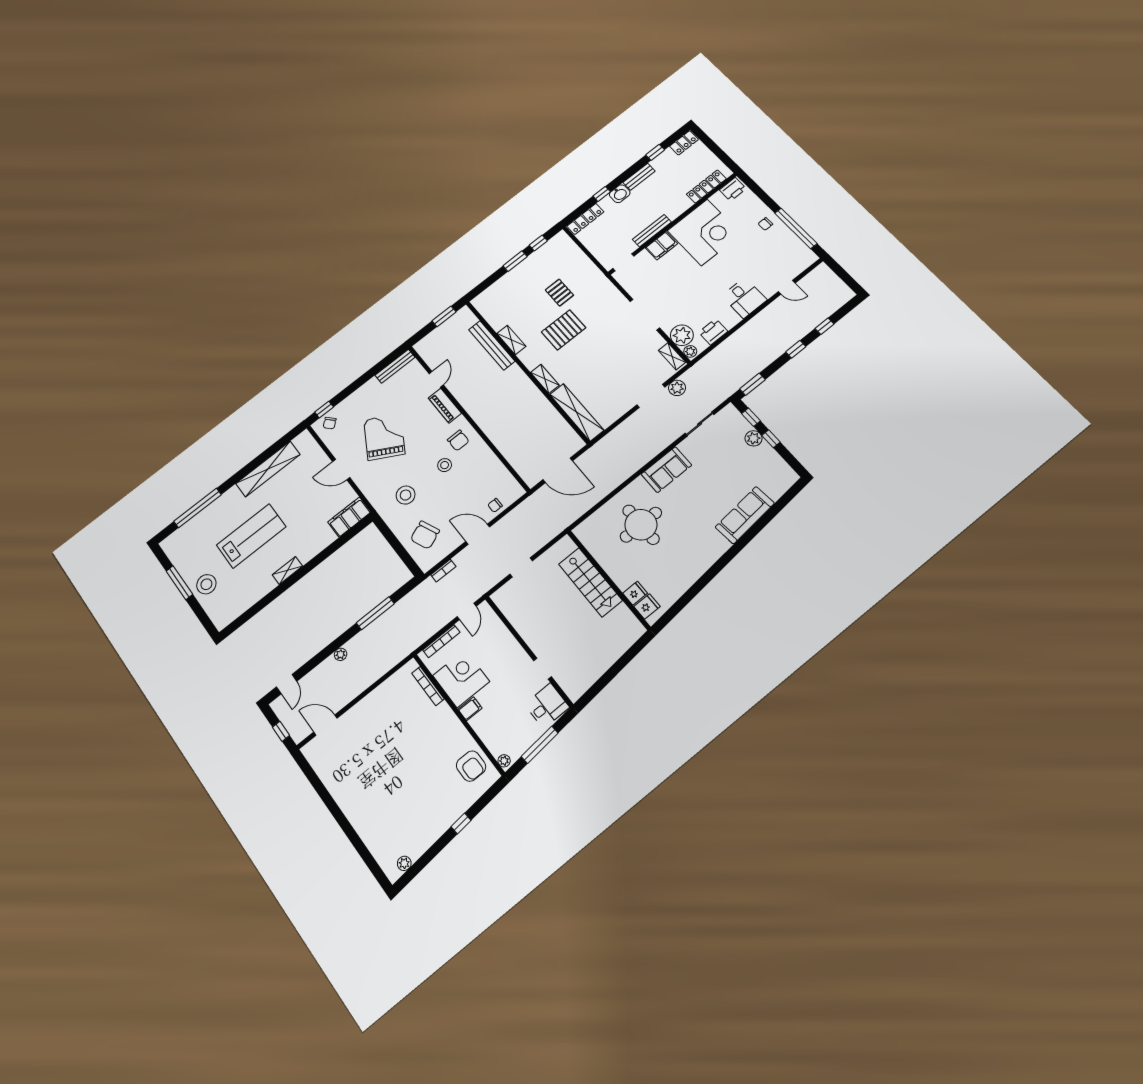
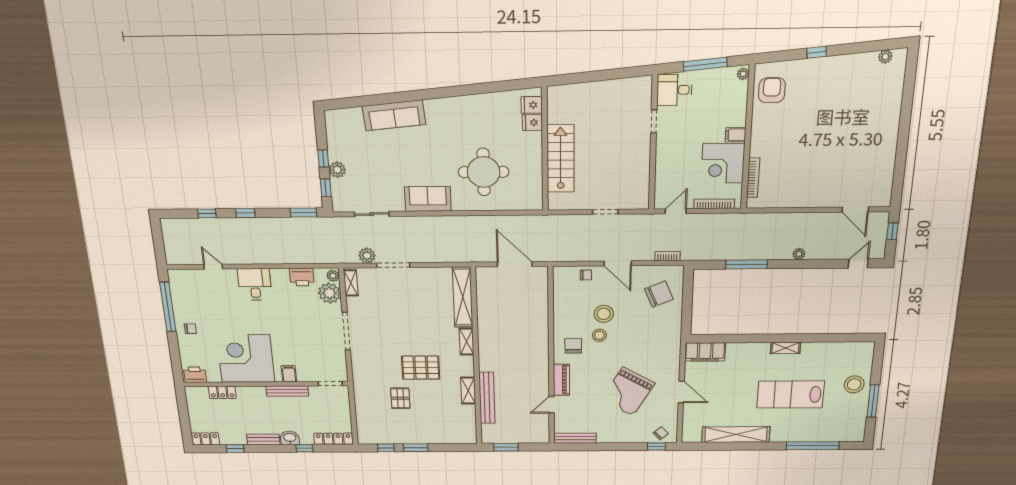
locker: (706, 187) -> (222, 392), width x0.66
filing cabinet: (661, 246) -> (289, 374), width x0.50
stool: (406, 495) -> (604, 314), moved

